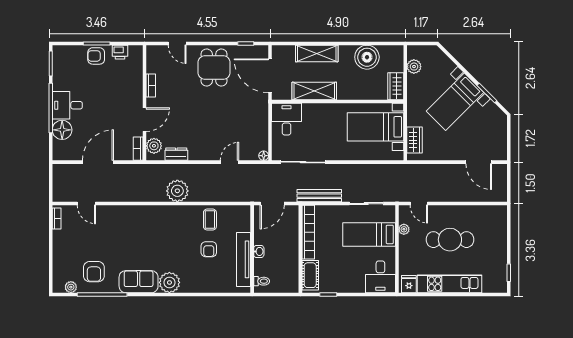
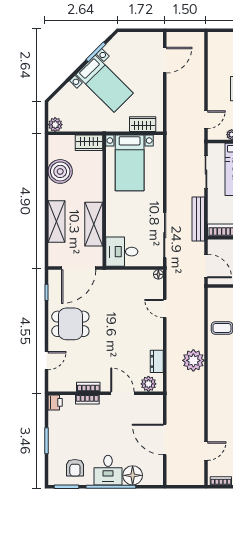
printer: (120, 52) -> (55, 402), moved
armchair: (96, 56) -> (75, 468), moved
plant: (414, 67) -> (55, 125), moved
bookcase: (138, 149) -> (87, 399), moved

